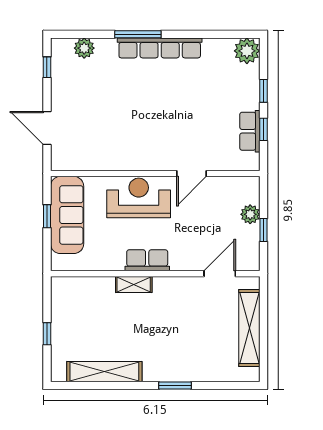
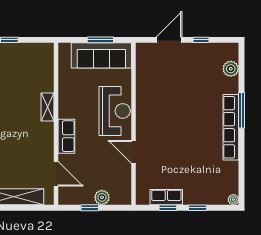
plant: (247, 51) -> (233, 200), width x0.53, depth x0.53
window: (47, 67) -> (201, 40), moved
window: (47, 216) -> (100, 40), width x1.50
row of seats: (147, 260) -> (66, 136), moved

